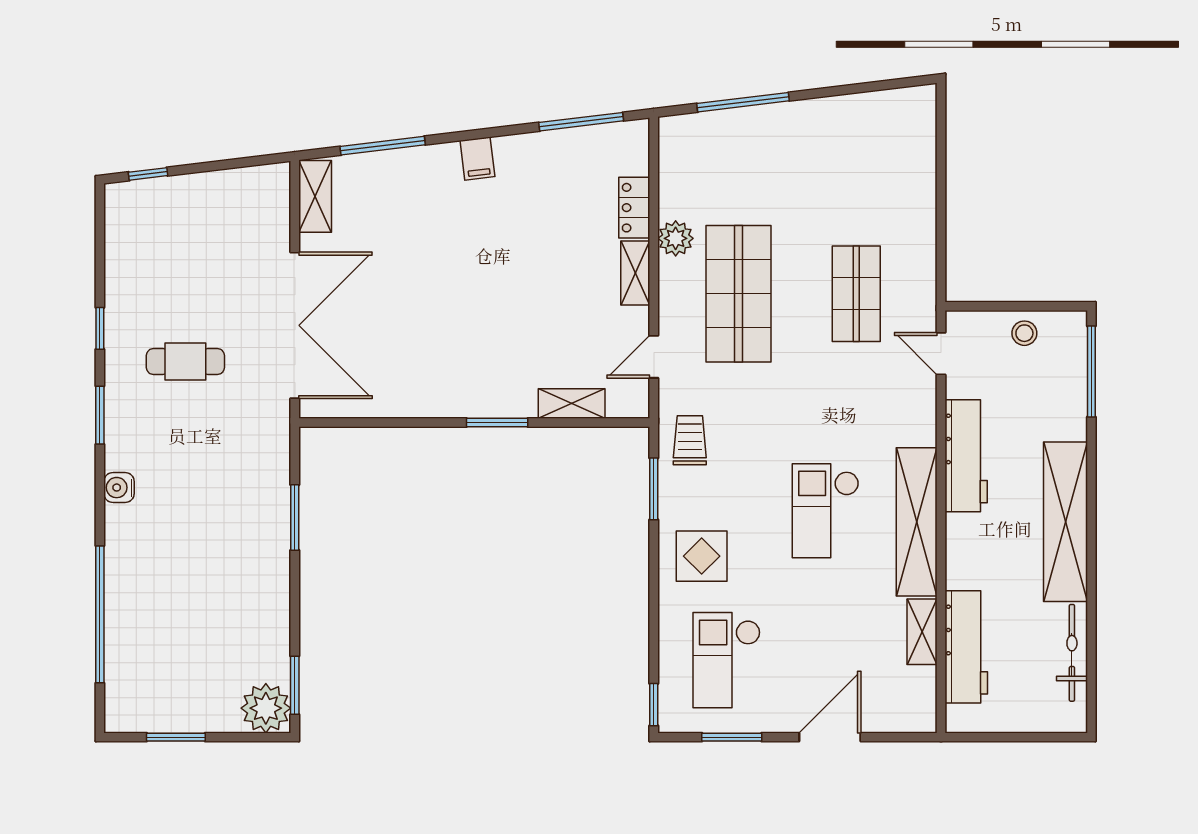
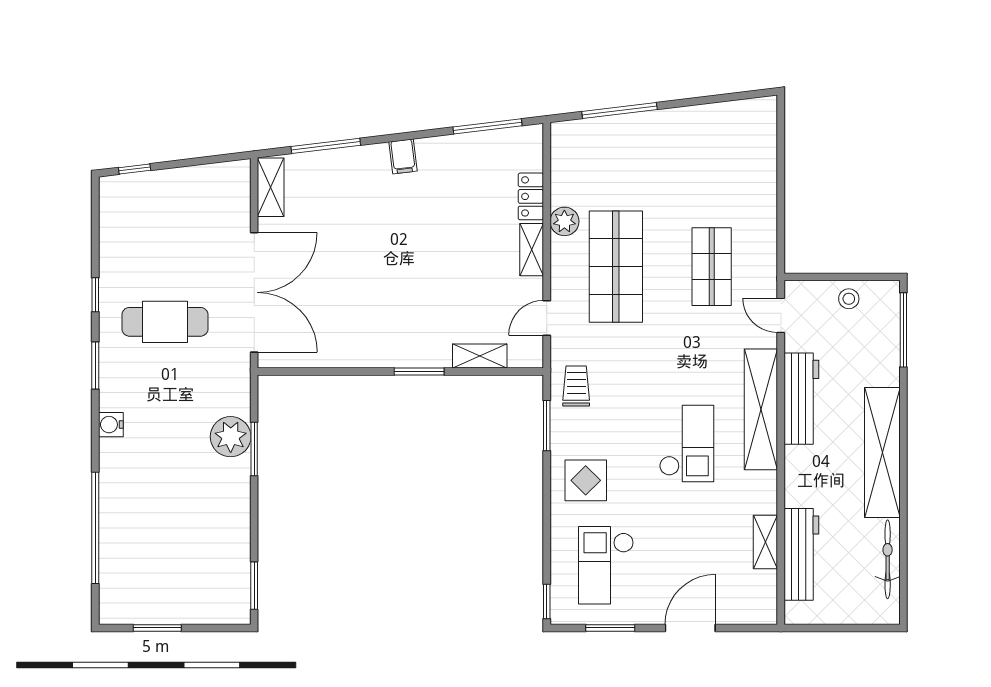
cafe table: (185, 362) -> (165, 322), width x1.37, depth x1.35
checkout: (825, 511) -> (687, 443), turned 180
shelving: (917, 522) -> (761, 409), moved
plant: (266, 708) -> (231, 437), moved

